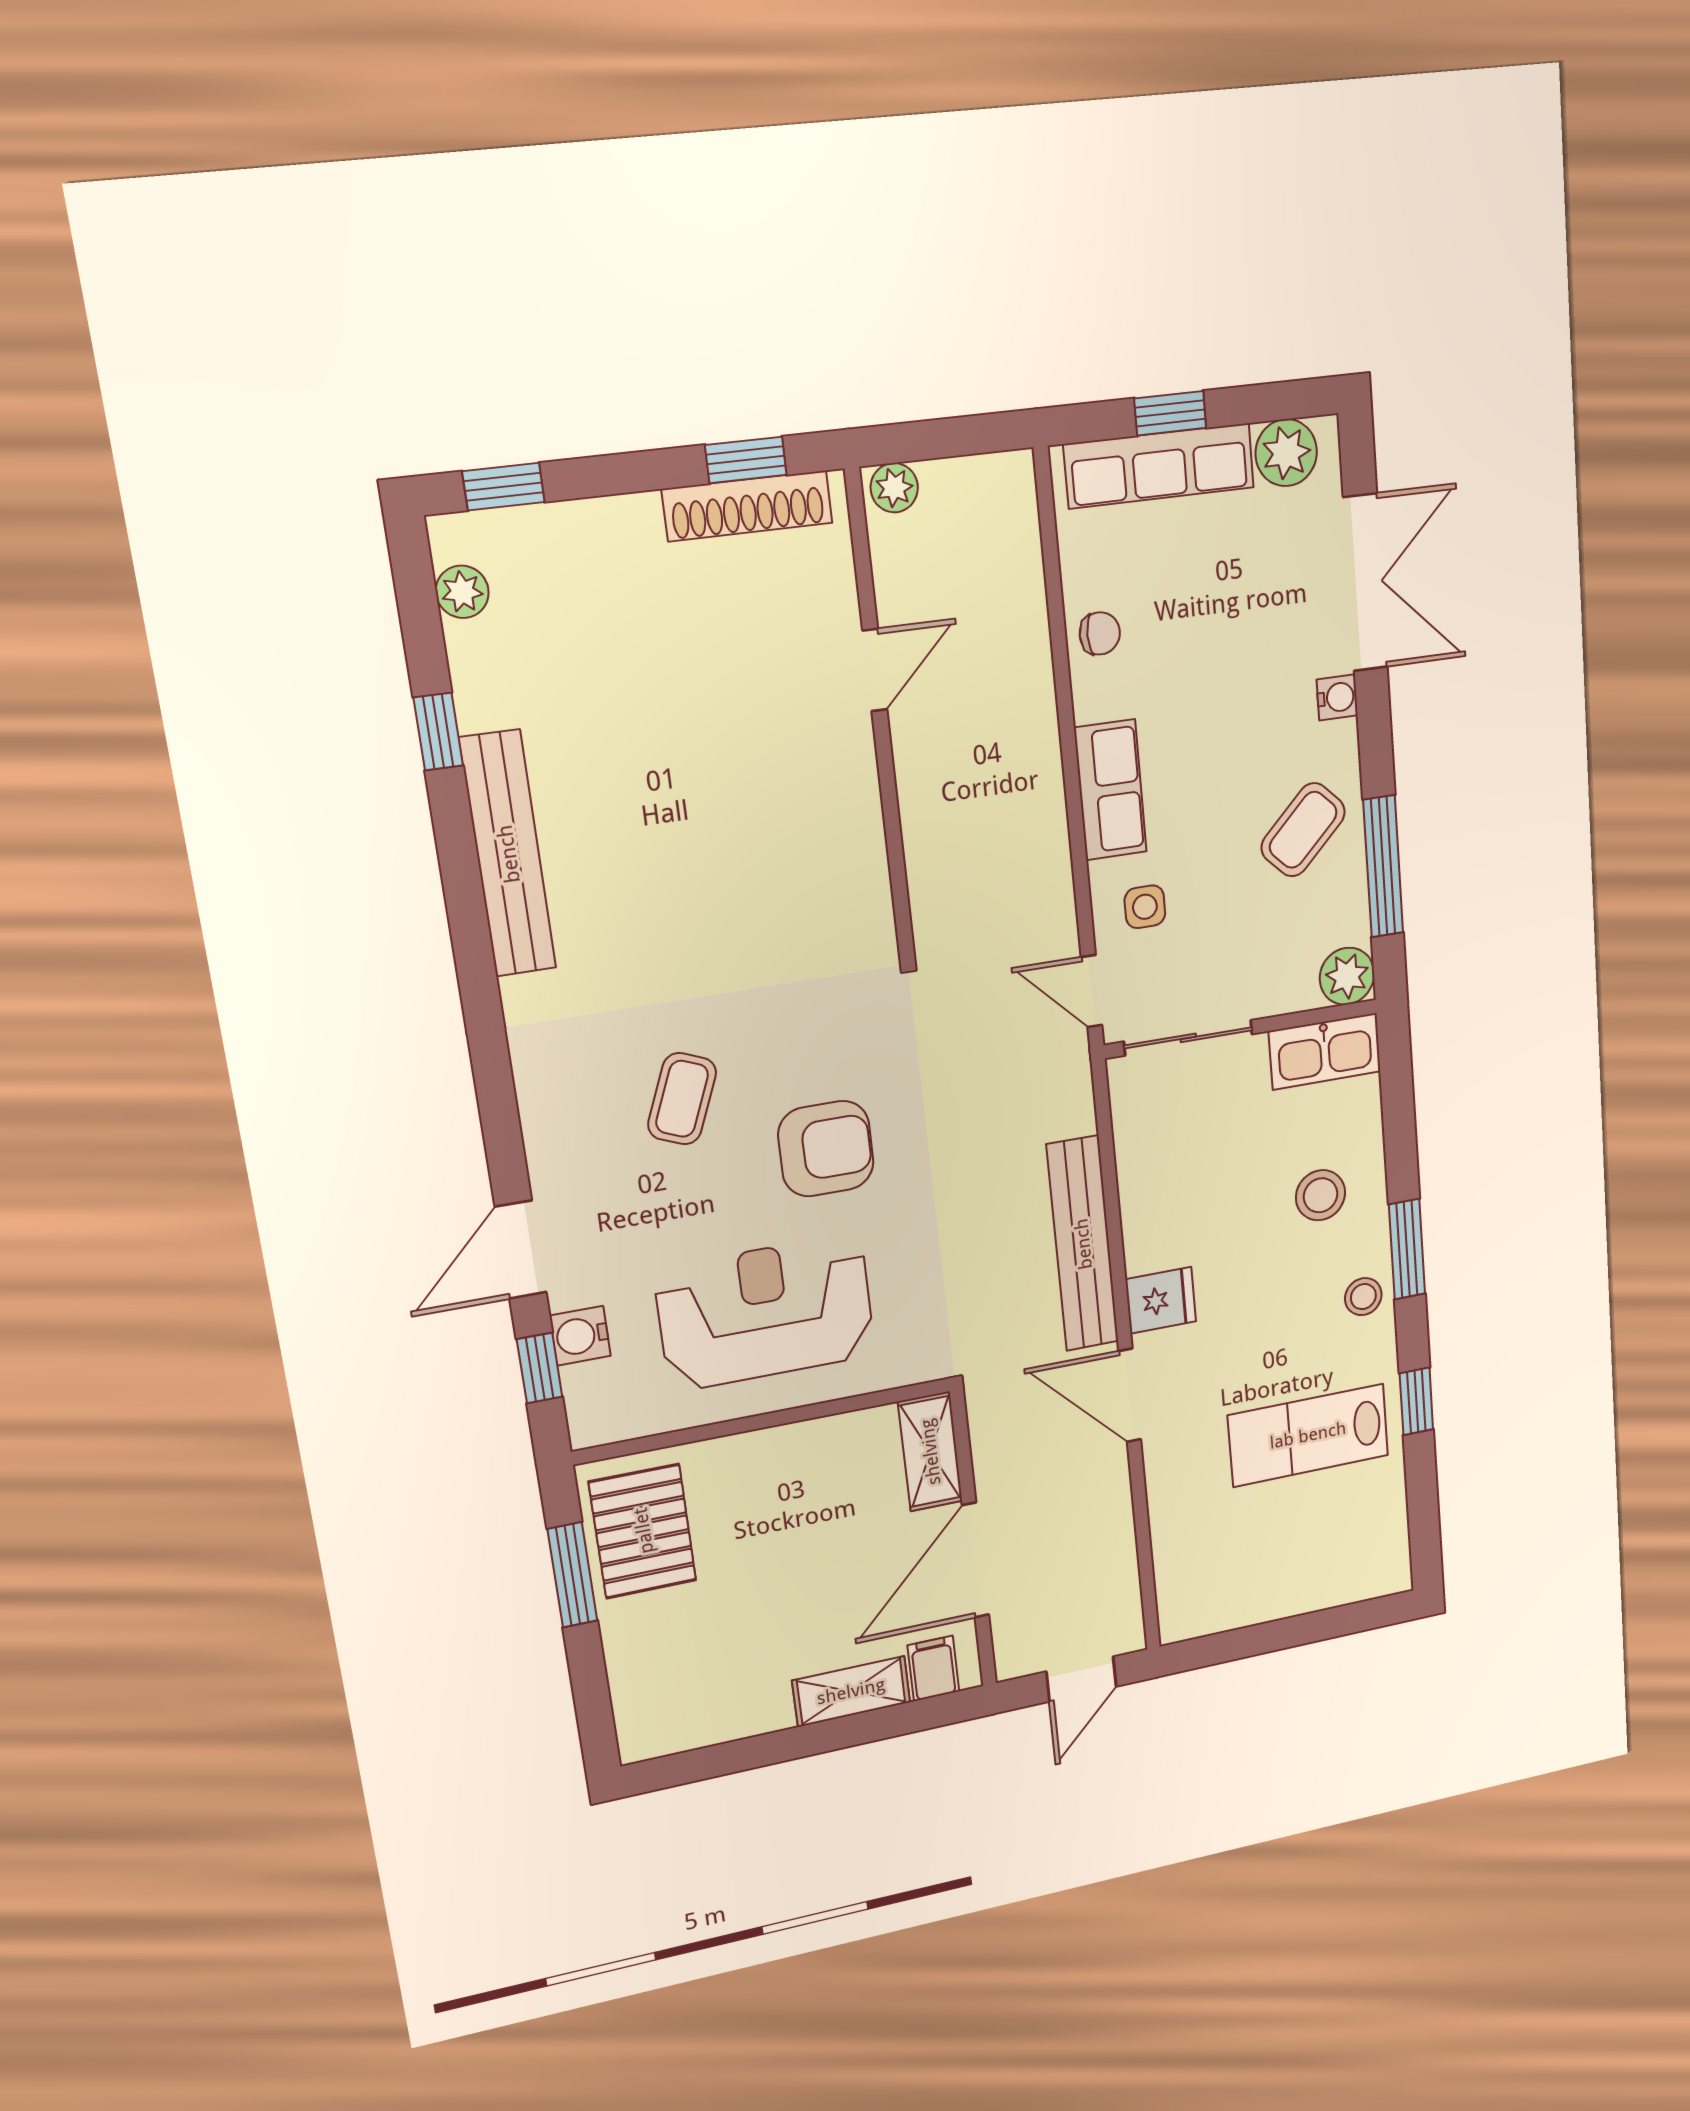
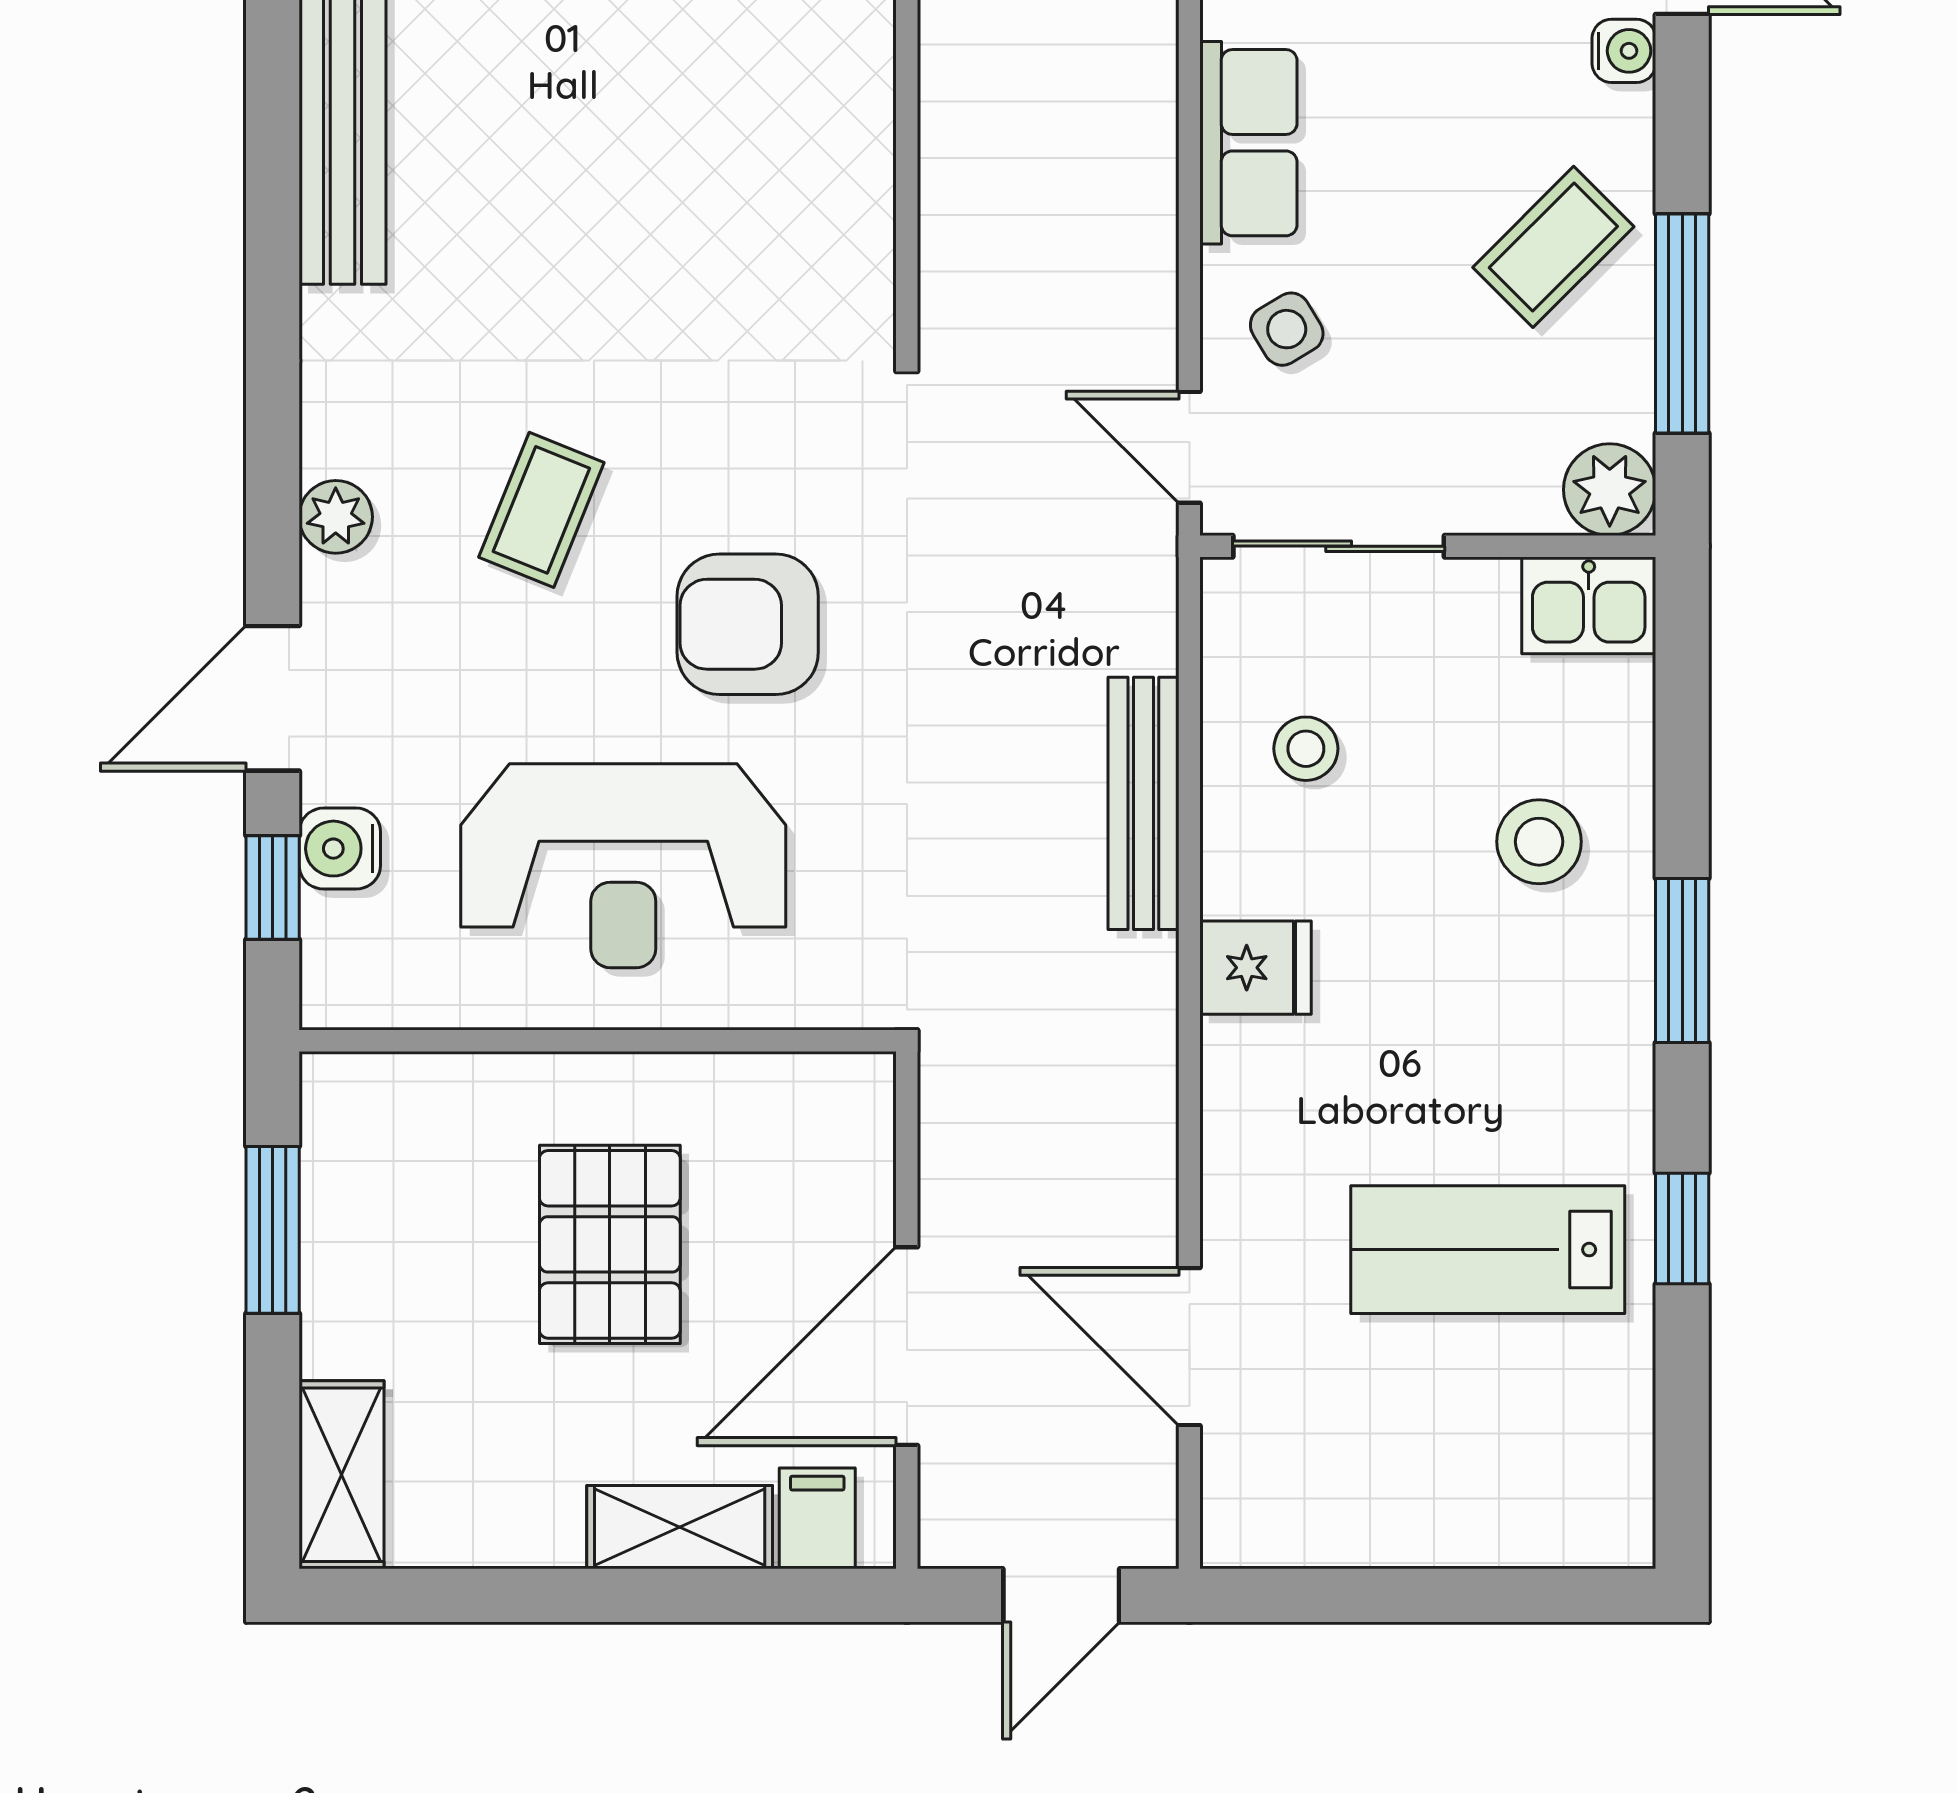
side table: (1145, 907) -> (1287, 329), turned -31
kitchen sink: (1325, 1051) -> (1589, 605), width x0.73
plant: (545, 1126) -> (336, 517), added
armchair: (826, 1149) -> (748, 624), turned 180
bench: (1083, 1244) -> (1143, 803), width x0.73, depth x0.82
stool: (1363, 1297) -> (1306, 749), moved
reception desk: (766, 1312) -> (623, 866), turned 180
door: (1130, 1395) -> (1189, 1347), moved
shelving: (930, 1452) -> (342, 1475), moved
pallet: (643, 1531) -> (610, 1244), moved

